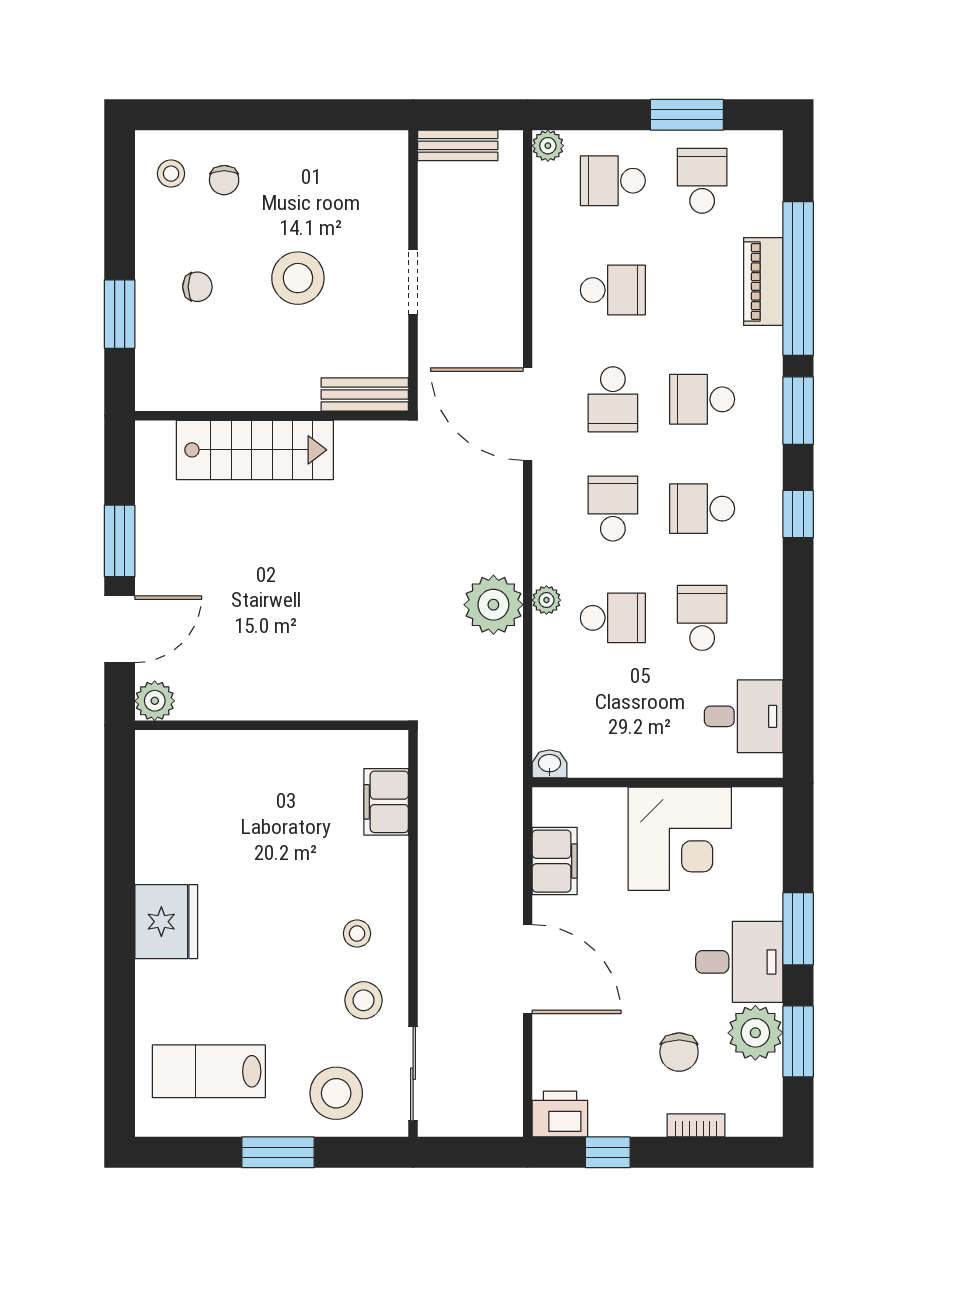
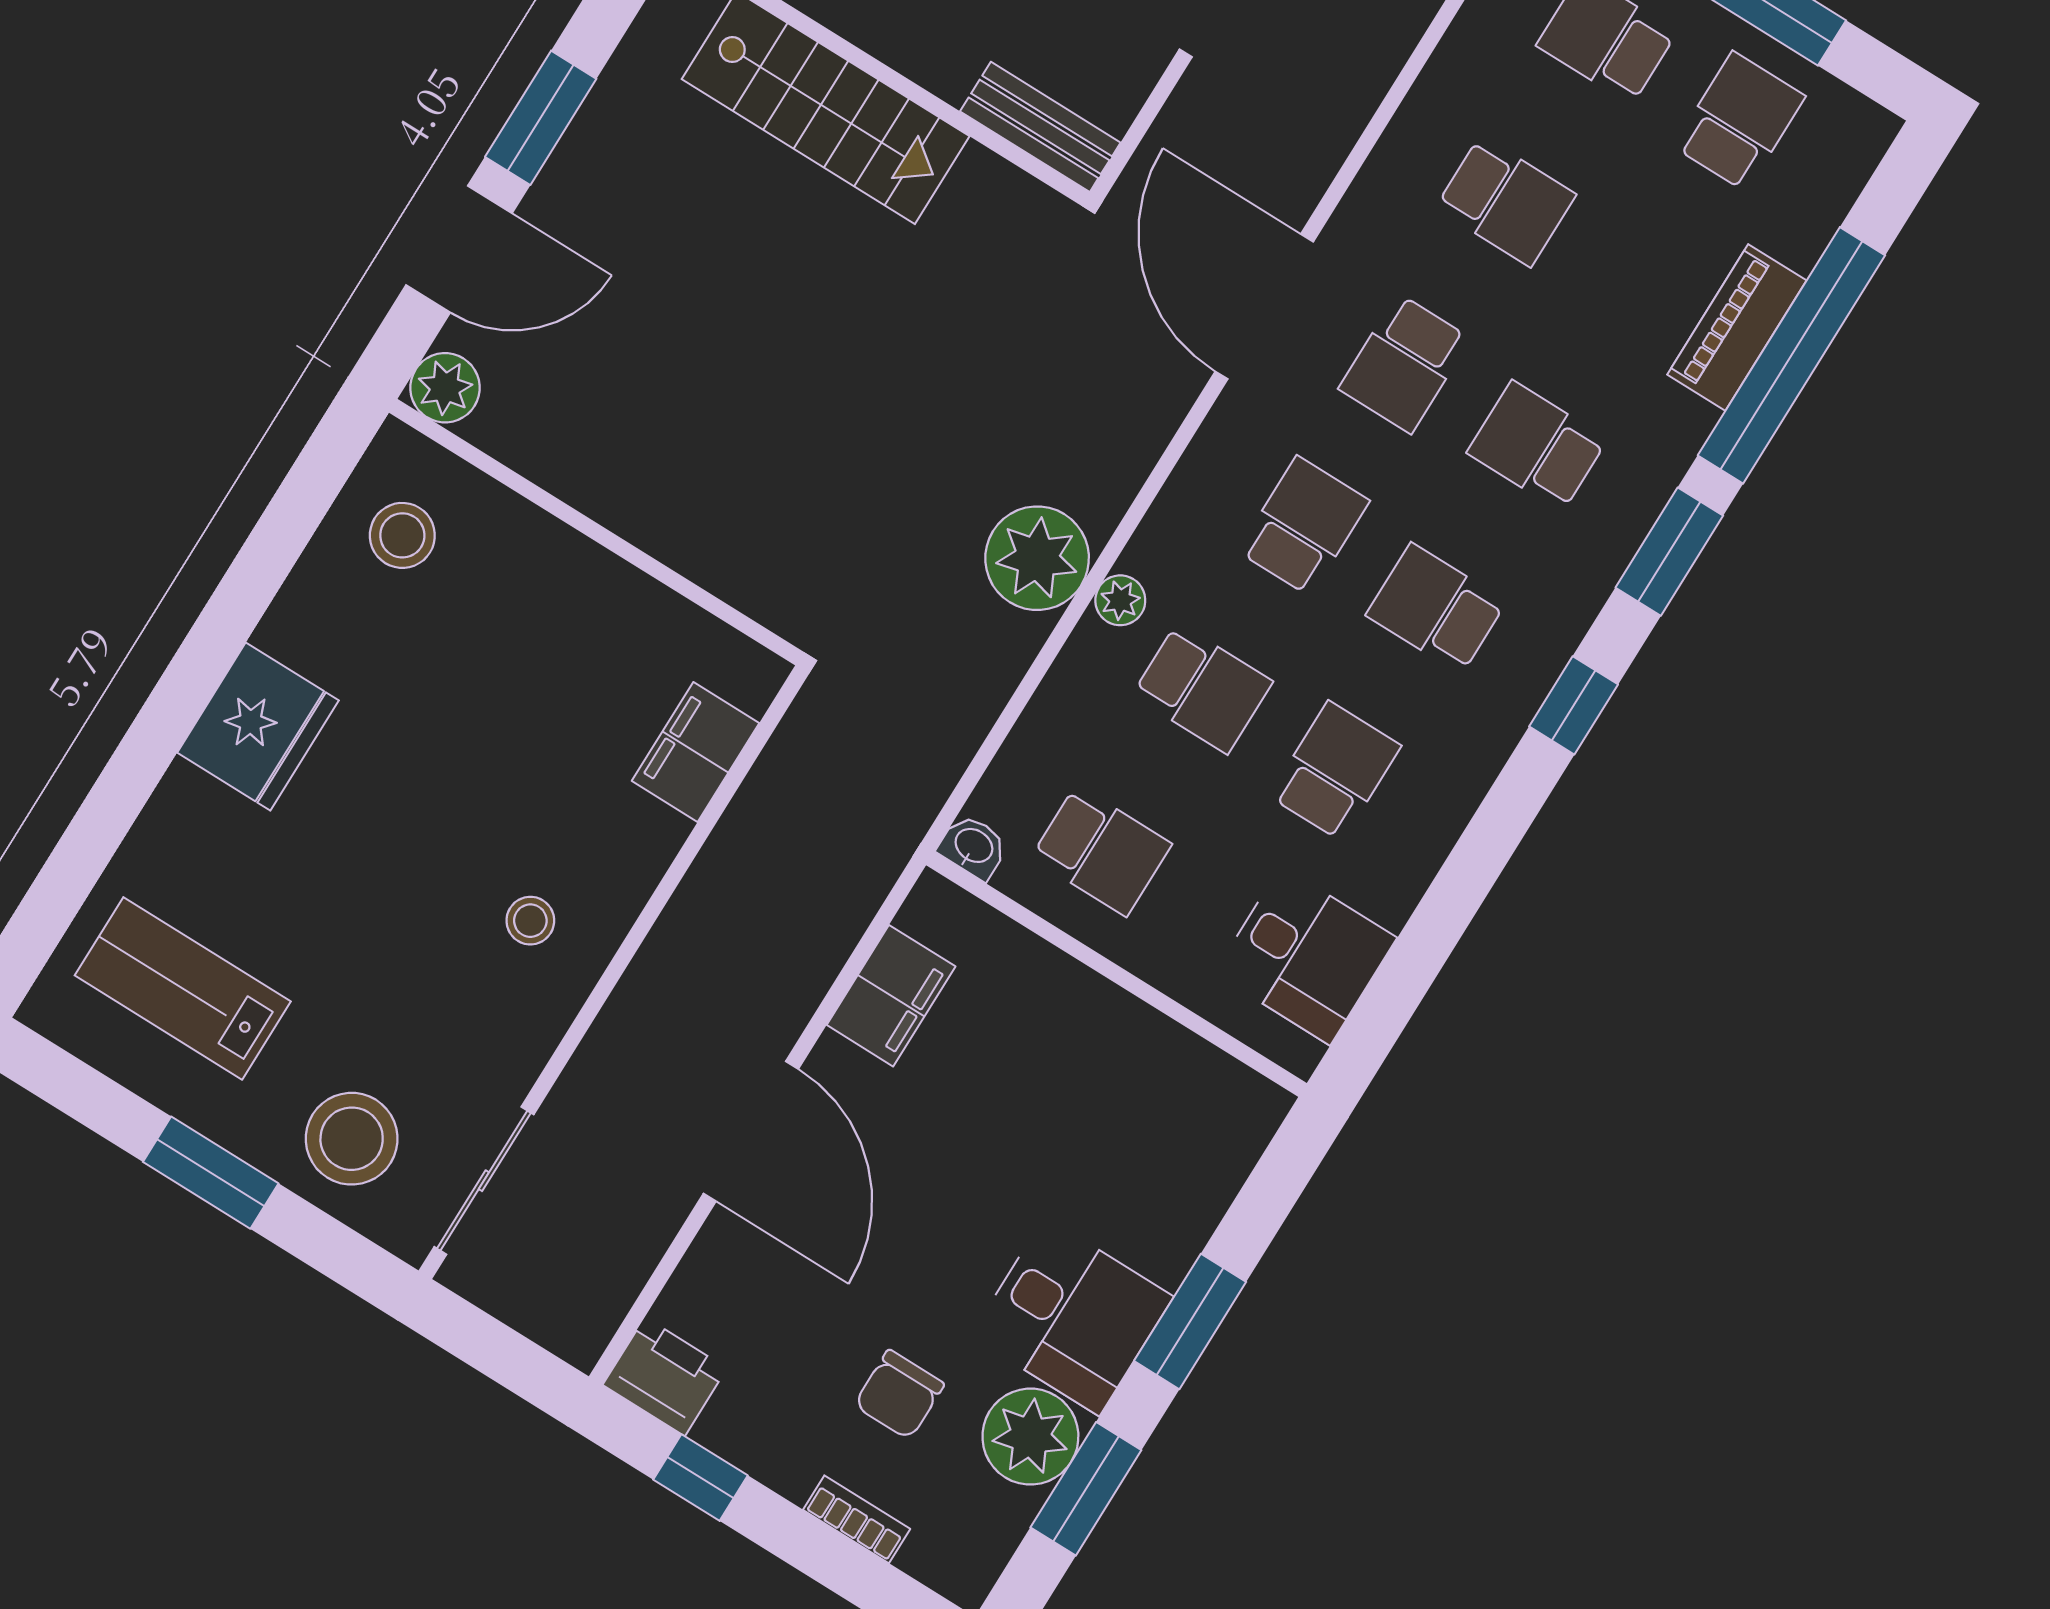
school desk: (613, 727) -> (1101, 851), added
corner desk: (680, 839) -> (1097, 1078), removed
stool: (364, 1000) -> (402, 535), moved

